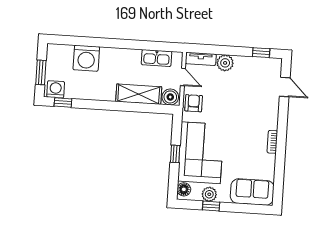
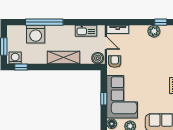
window: (99, 42) -> (44, 22), added
plant: (225, 63) -> (154, 31), moved
shelving: (139, 94) -> (64, 58), moved

